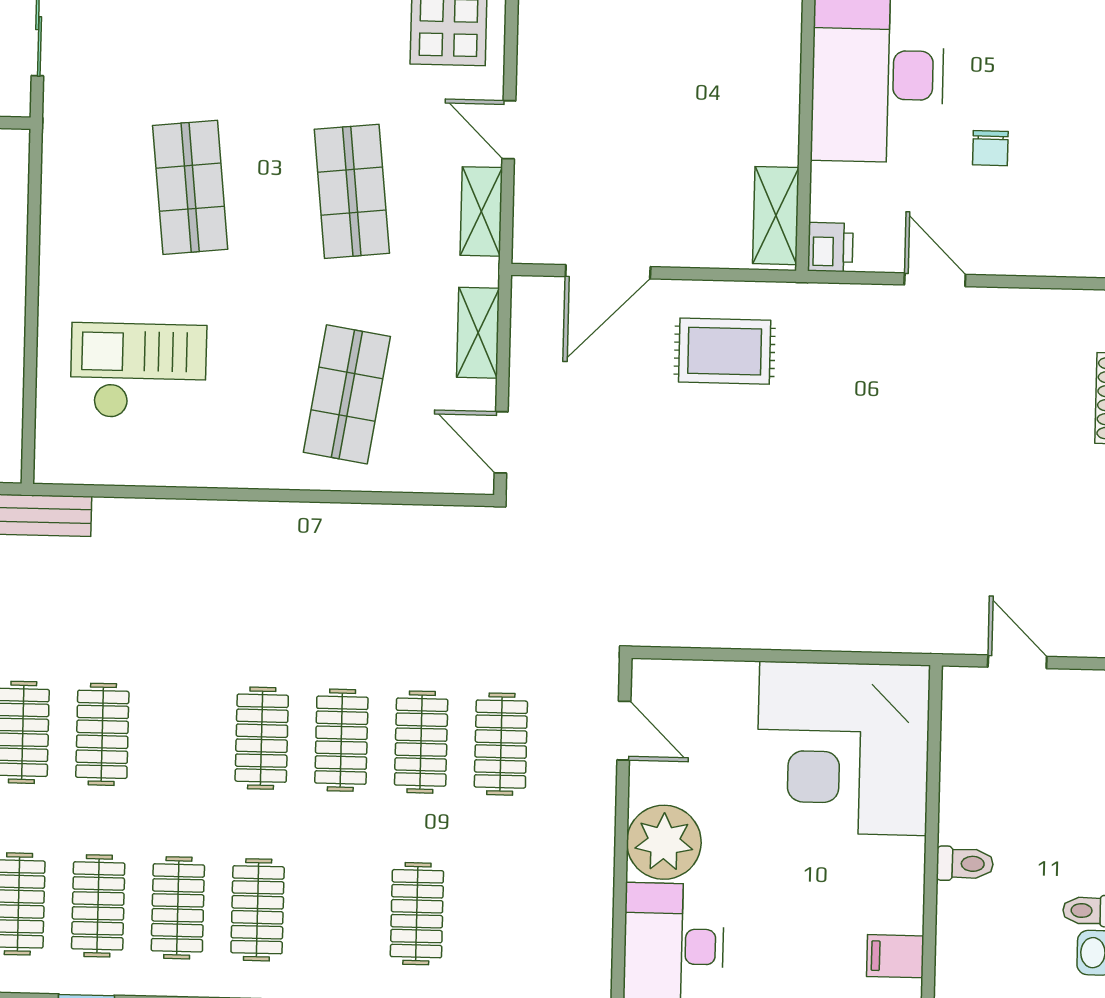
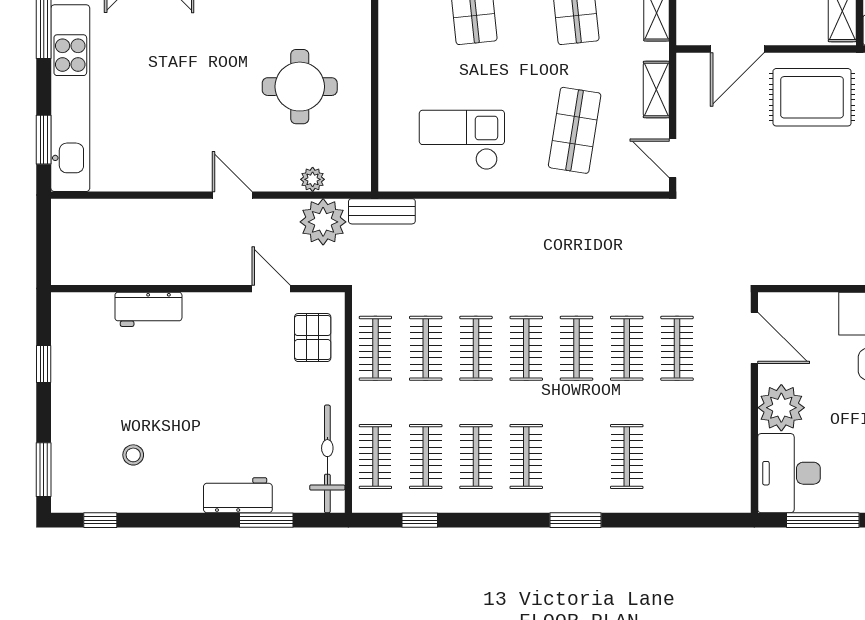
rug: (725, 351) -> (812, 97), width x1.36, depth x1.43
checkout: (138, 371) -> (462, 140), moved
door: (624, 731) -> (754, 338), width x1.38
clothes rail: (182, 736) -> (476, 348), added

